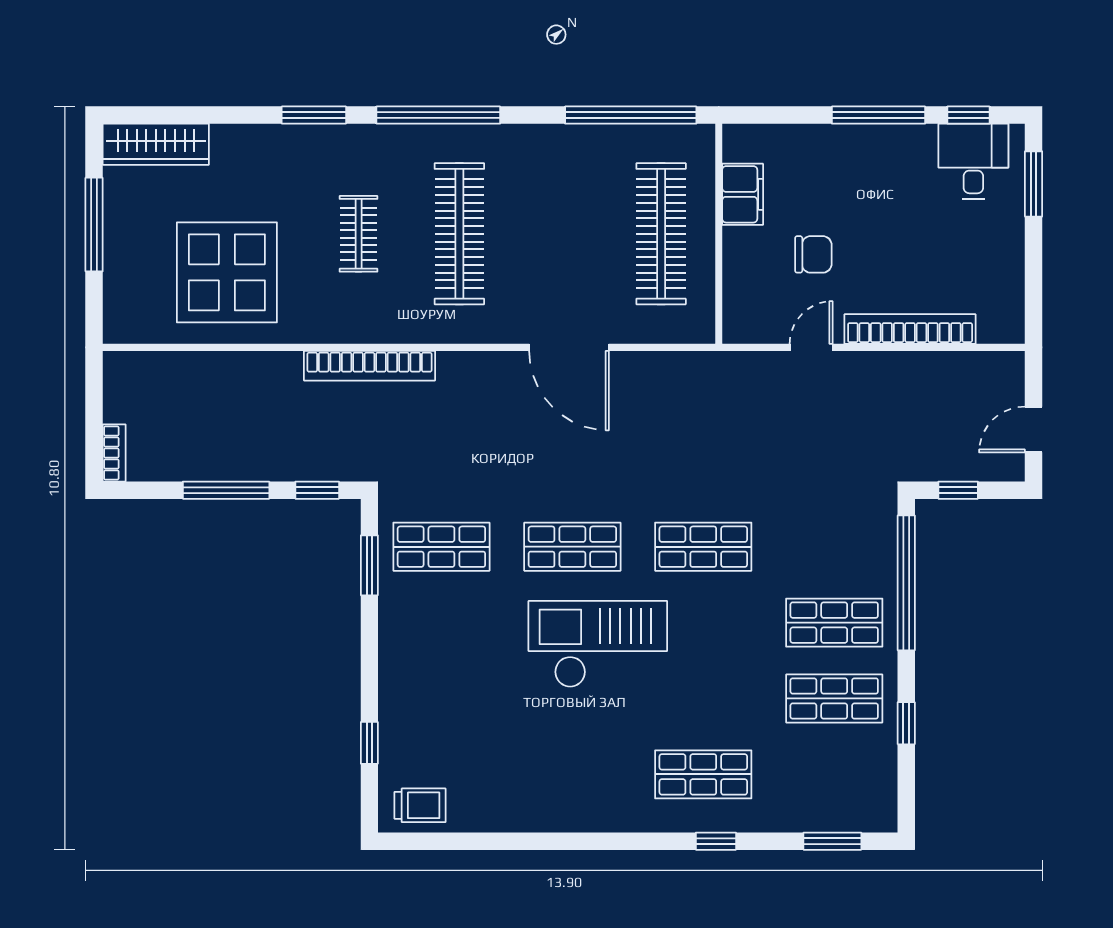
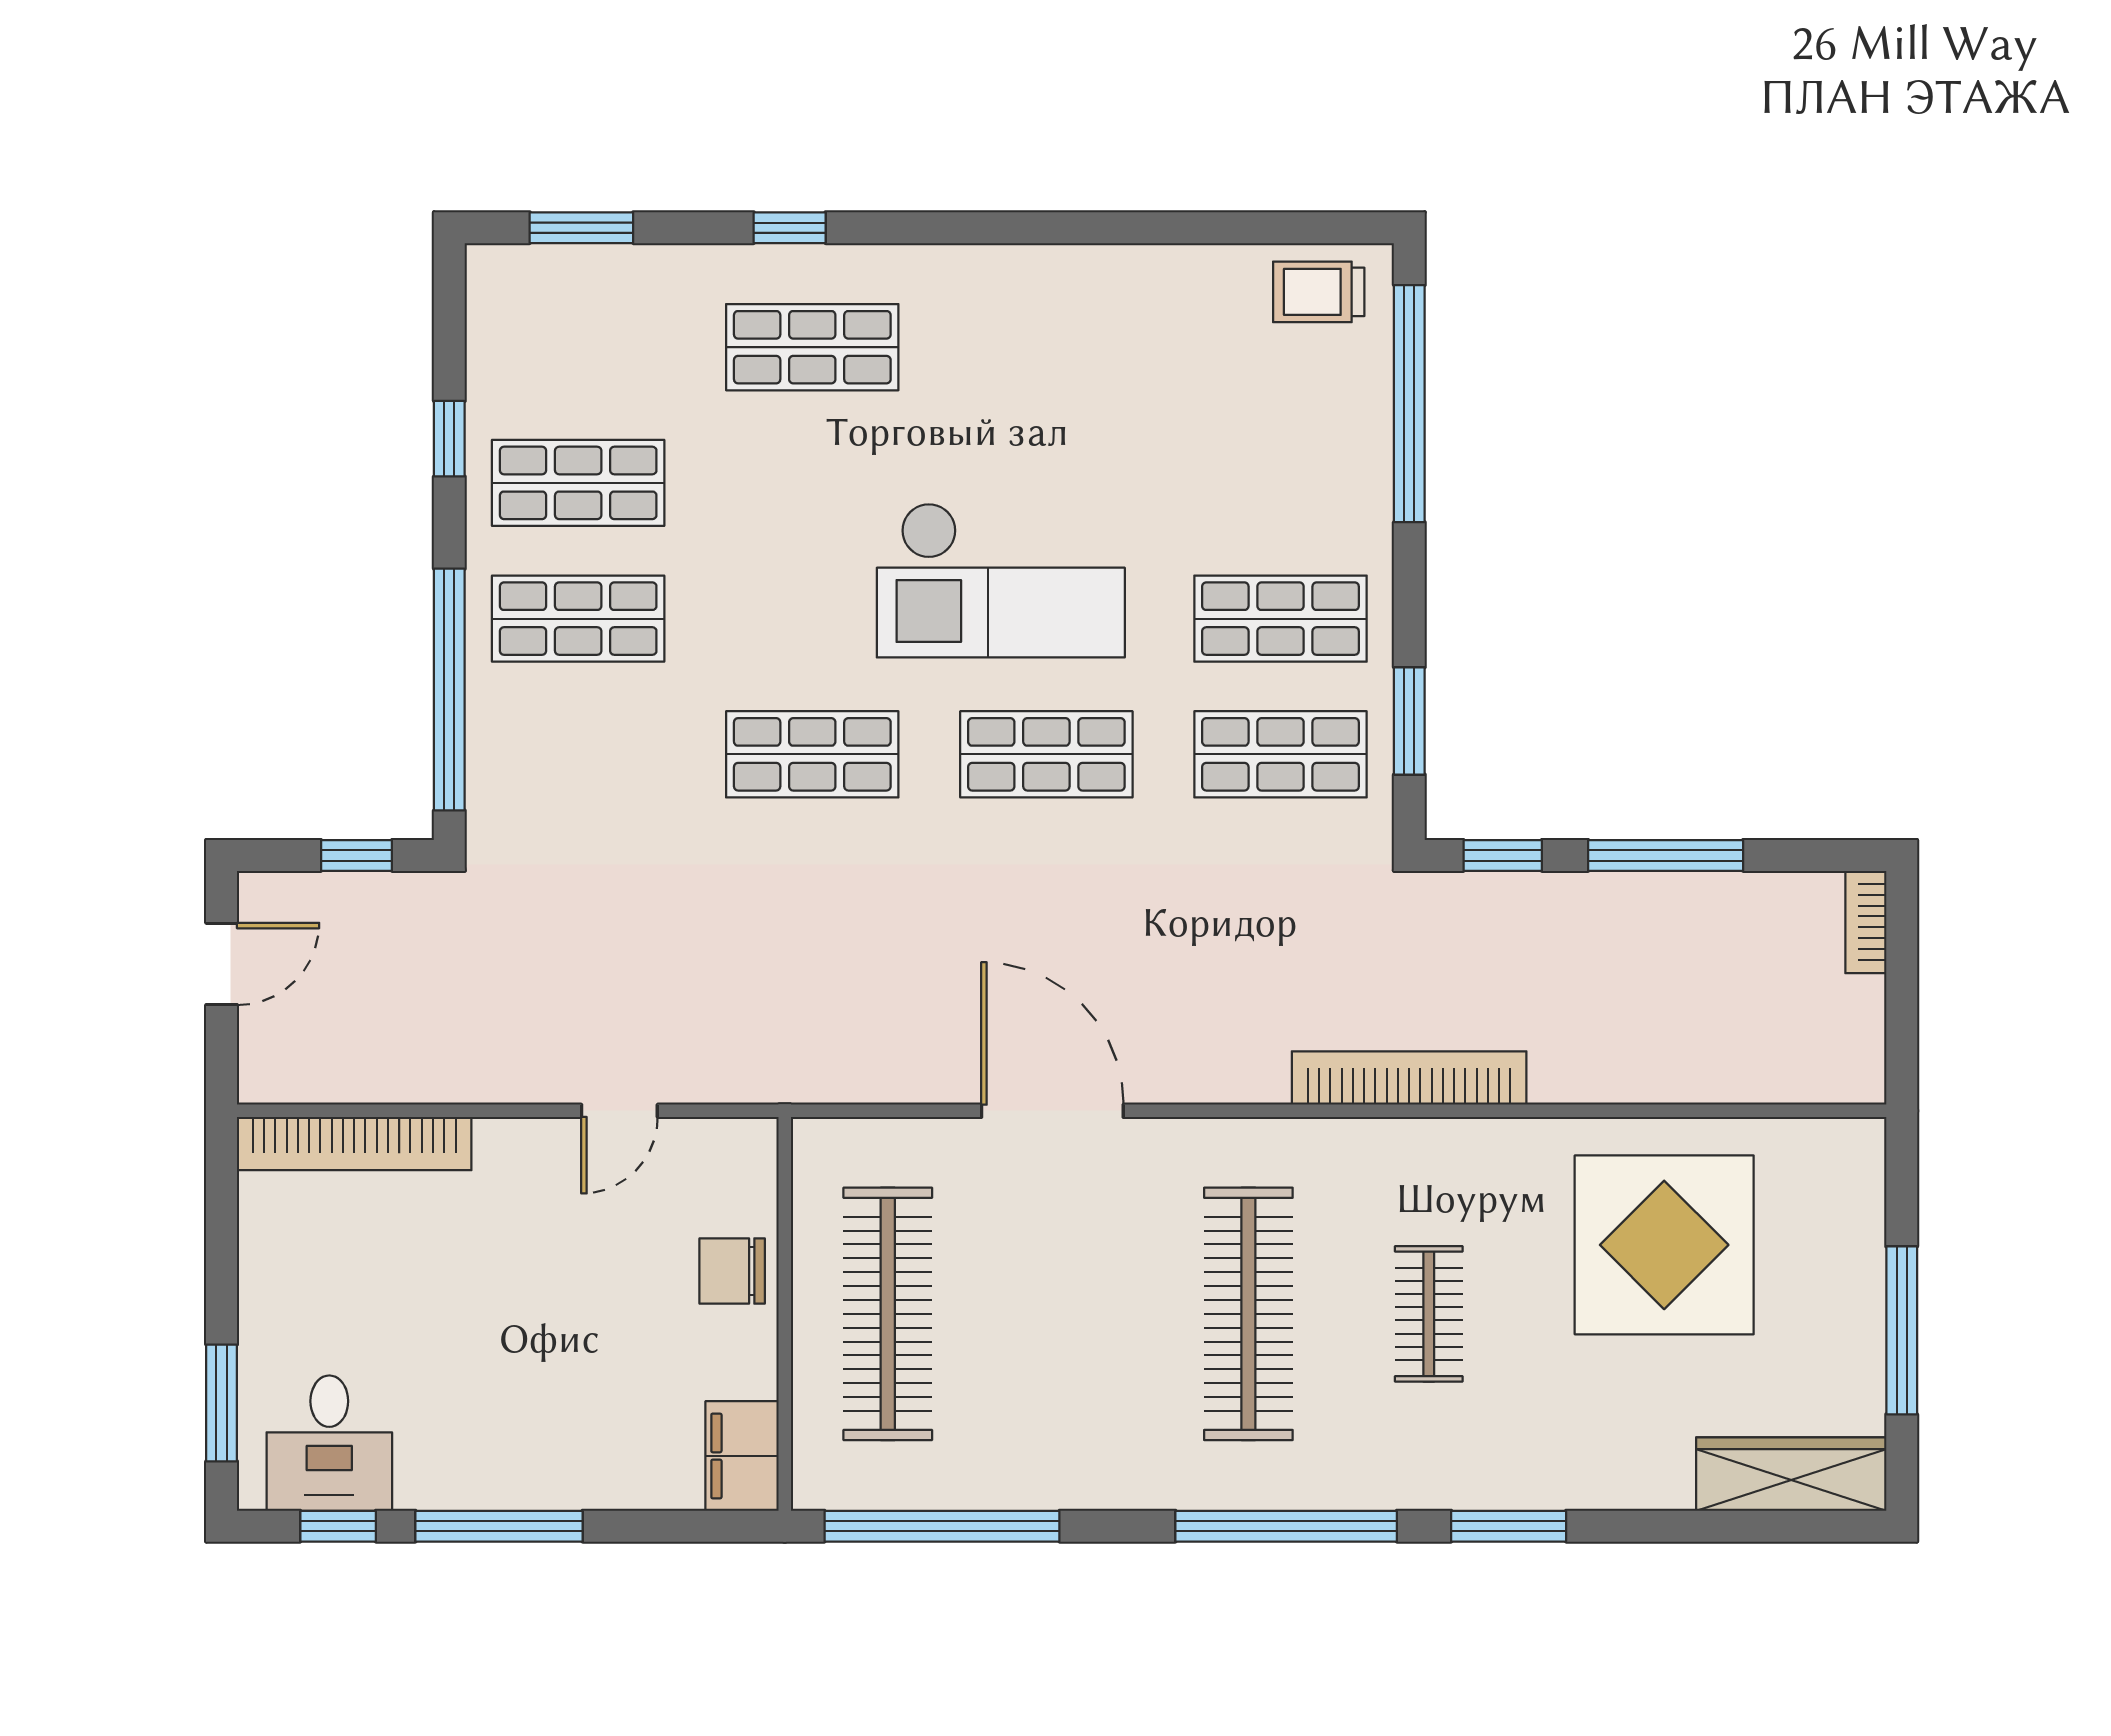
filing cabinet: (743, 194) -> (742, 1456), moved
chair: (813, 254) -> (732, 1271), moved
bookcase: (910, 329) -> (354, 1144), moved
shop shelf: (441, 623) -> (1280, 619), added
window: (369, 743) -> (1409, 404), width x3.17

